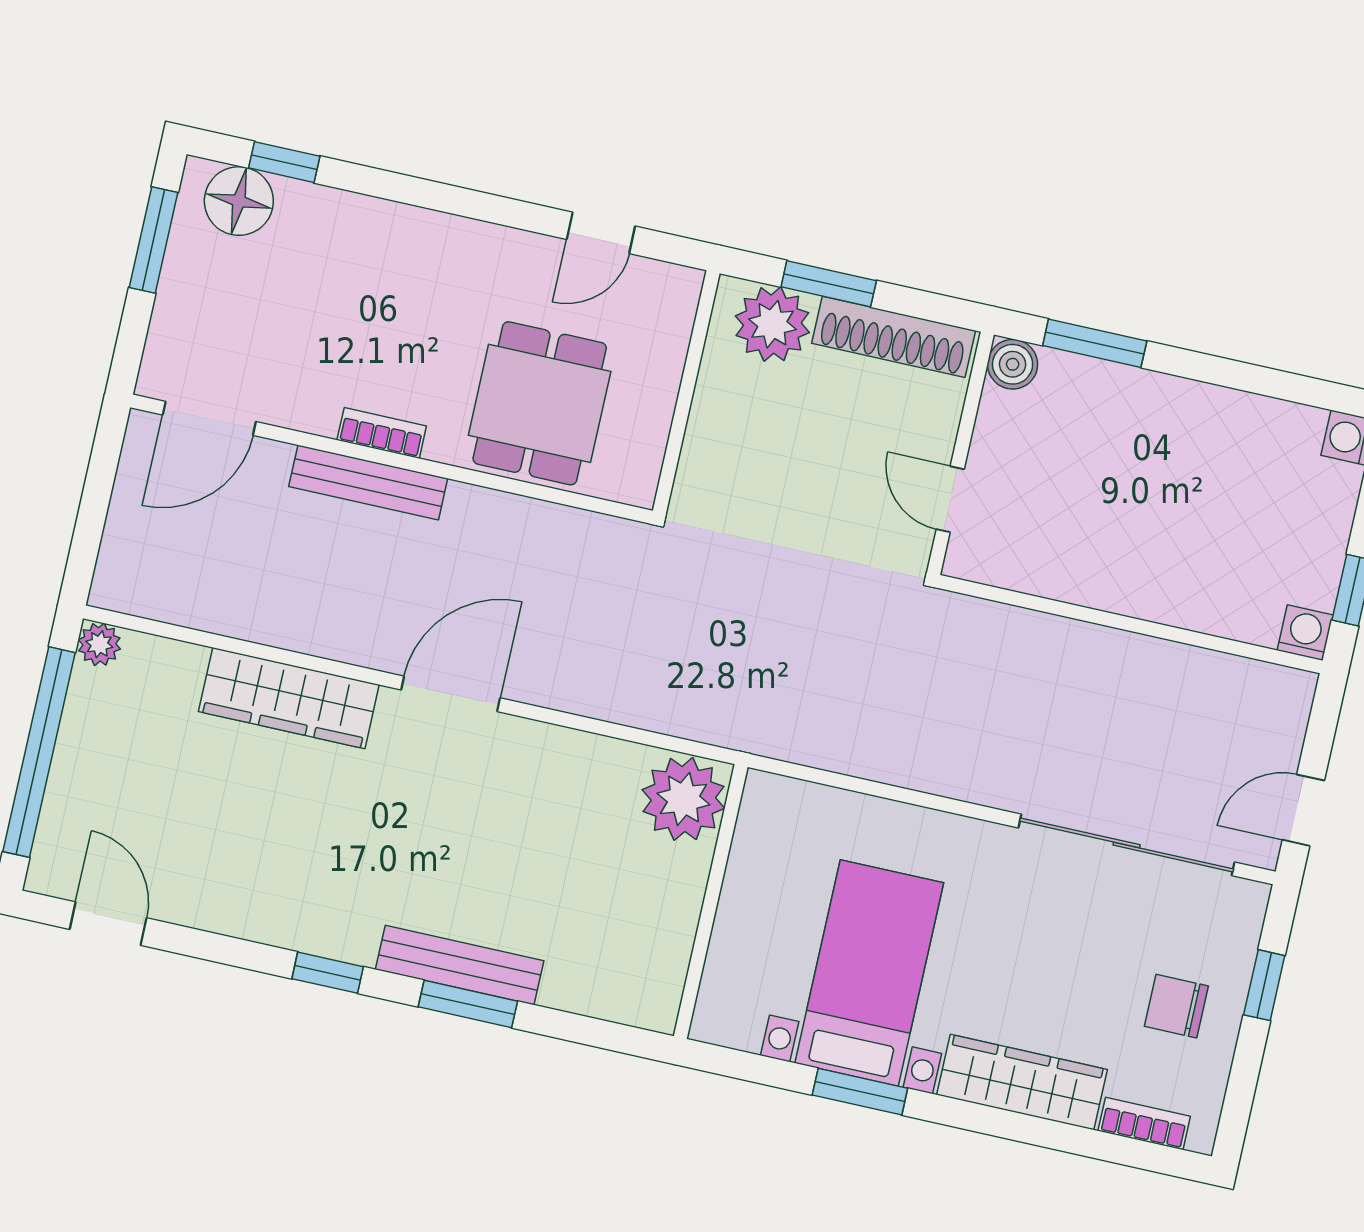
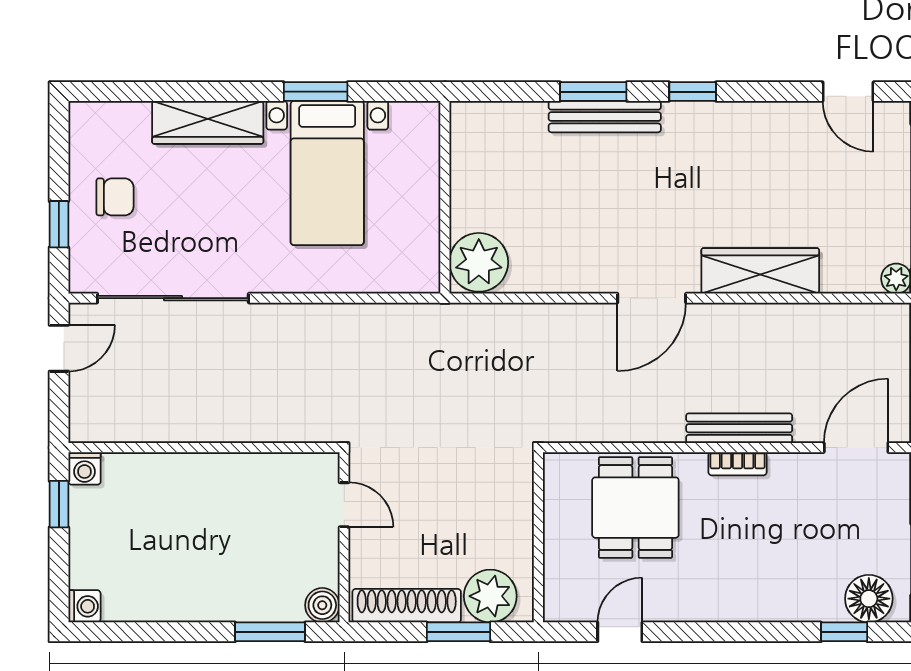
bookcase: (1144, 1124) -> (119, 113), removed

